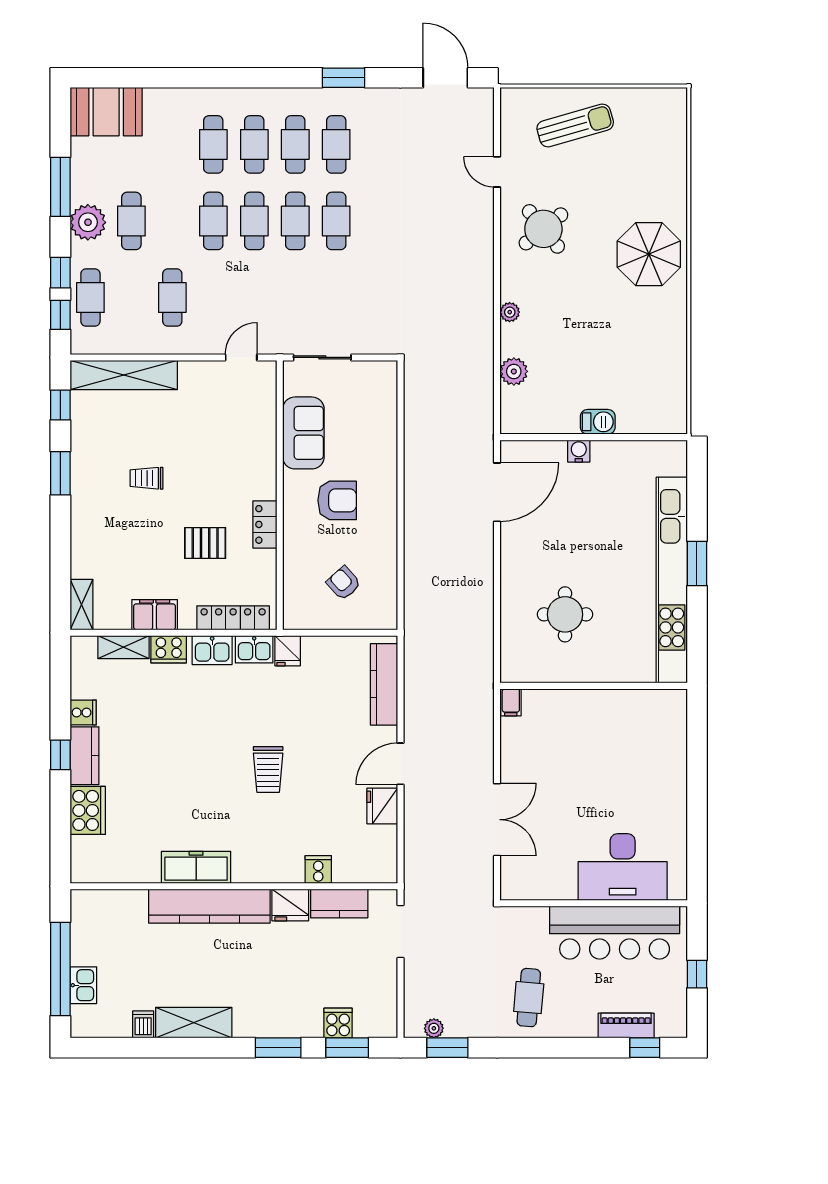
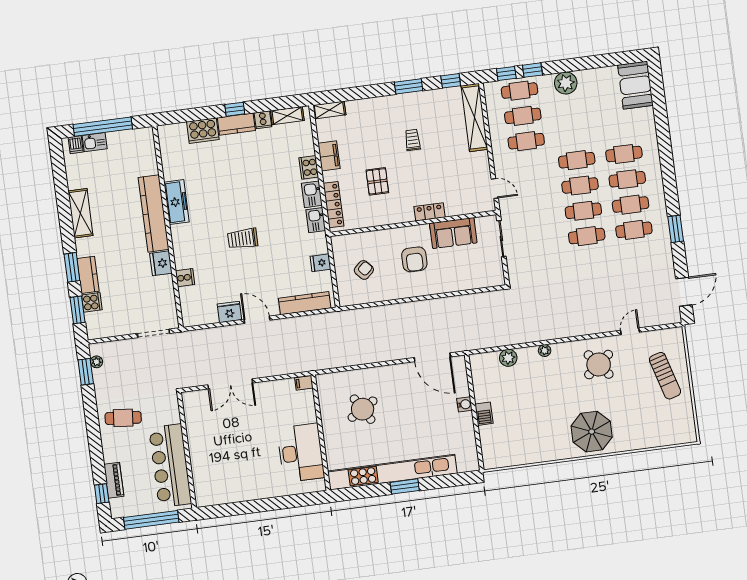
window: (60, 187) -> (585, 63), removed
cafe table: (131, 221) -> (523, 116), moved
locker: (265, 524) -> (429, 212), moved
round table: (565, 614) -> (363, 409), turned -31
shelving: (123, 647) -> (287, 116), moved, turned 90
fridge: (288, 651) -> (320, 263), moved
desk: (623, 867) -> (301, 453), moved, turned 180
kitchen counter: (339, 904) -> (88, 275), moved, turned 180
window: (697, 974) -> (151, 520), width x3.17
dishwasher: (143, 1024) -> (76, 145), moved, turned 90

